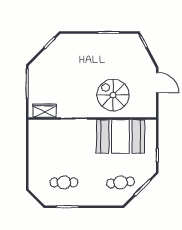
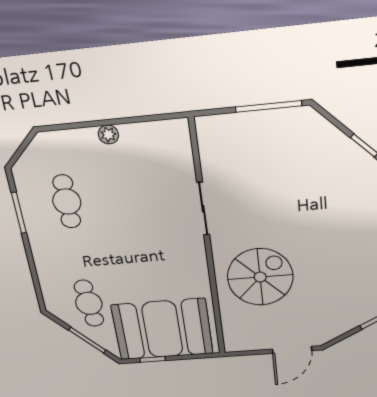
wardrobe: (45, 111) -> (212, 149), removed
booth: (121, 136) -> (162, 329), moved, turned 90
plant: (33, 157) -> (108, 135), added

